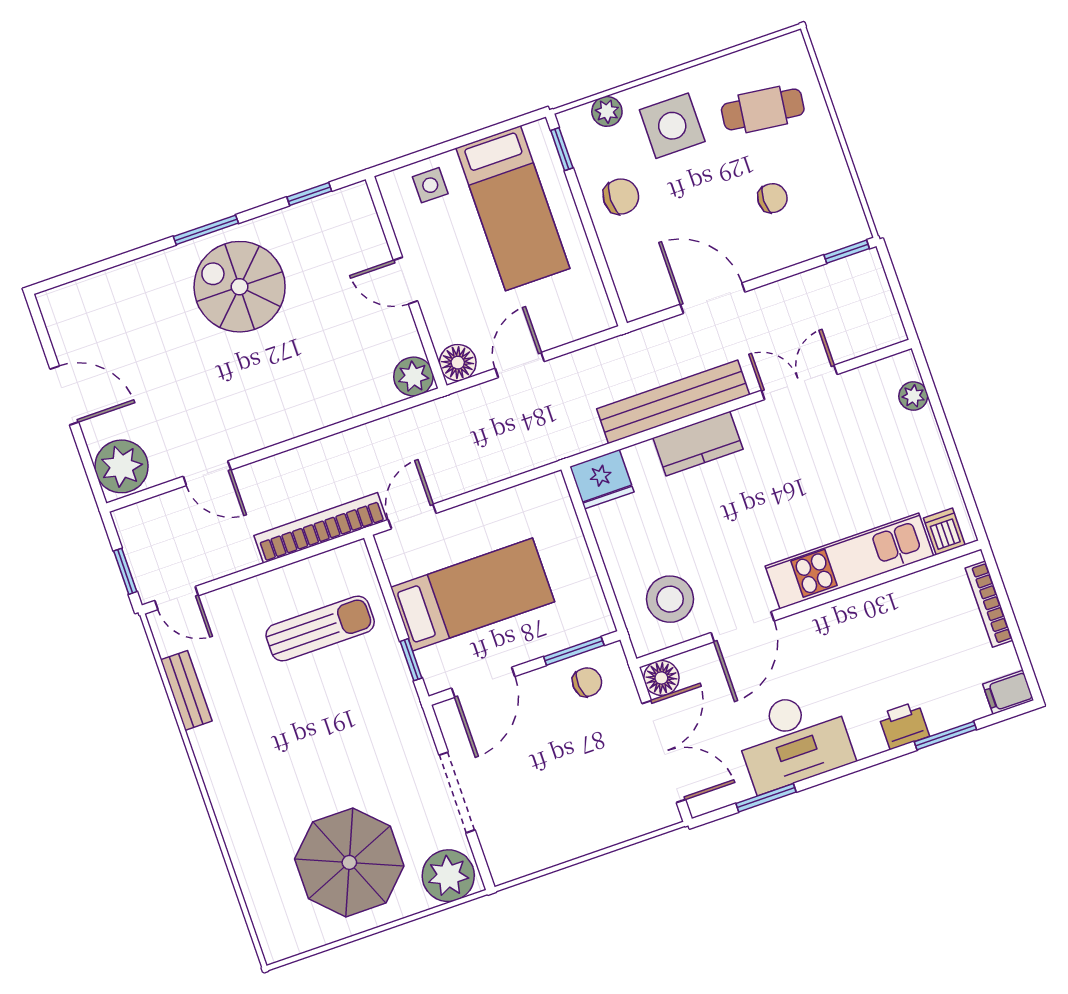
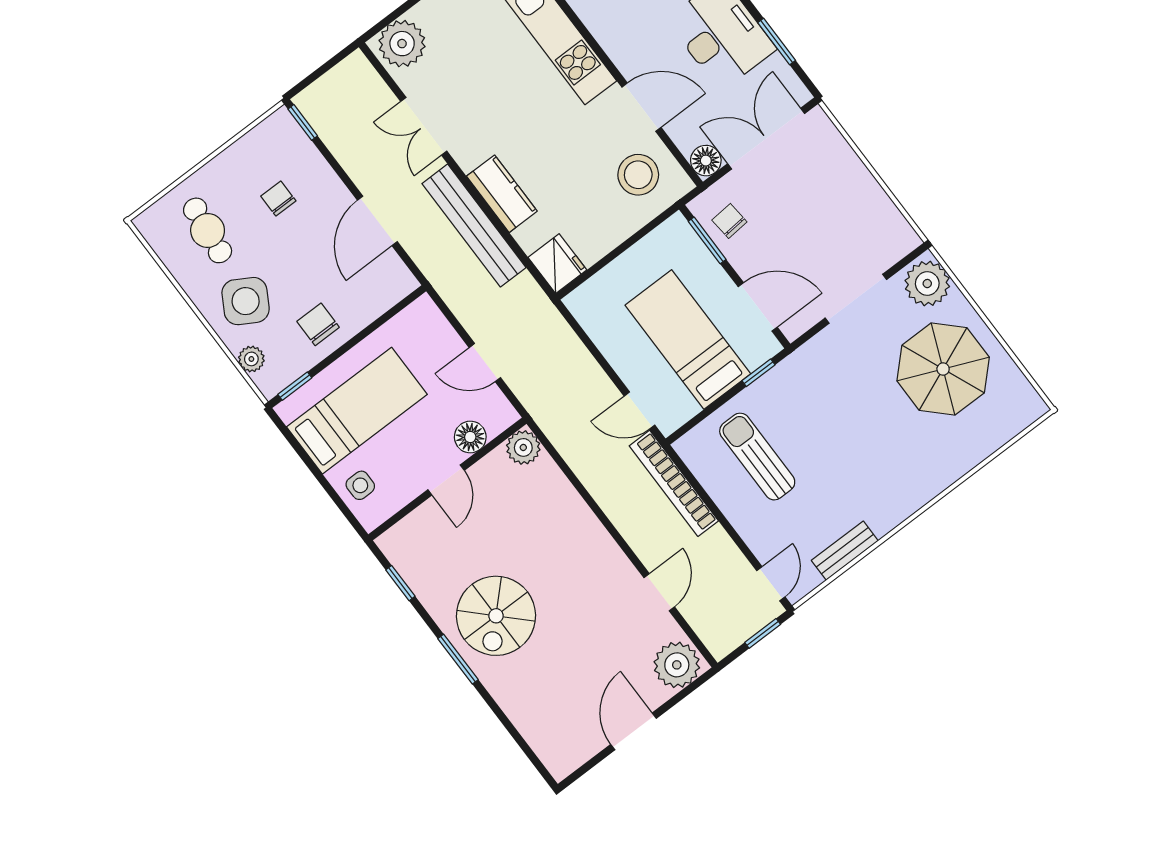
side table: (672, 126) -> (246, 301), turned 30
floor lamp: (458, 363) -> (470, 437), moved
plant: (913, 396) -> (402, 44), width x1.87, depth x1.87

